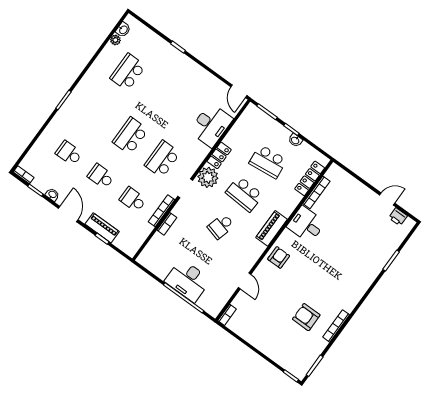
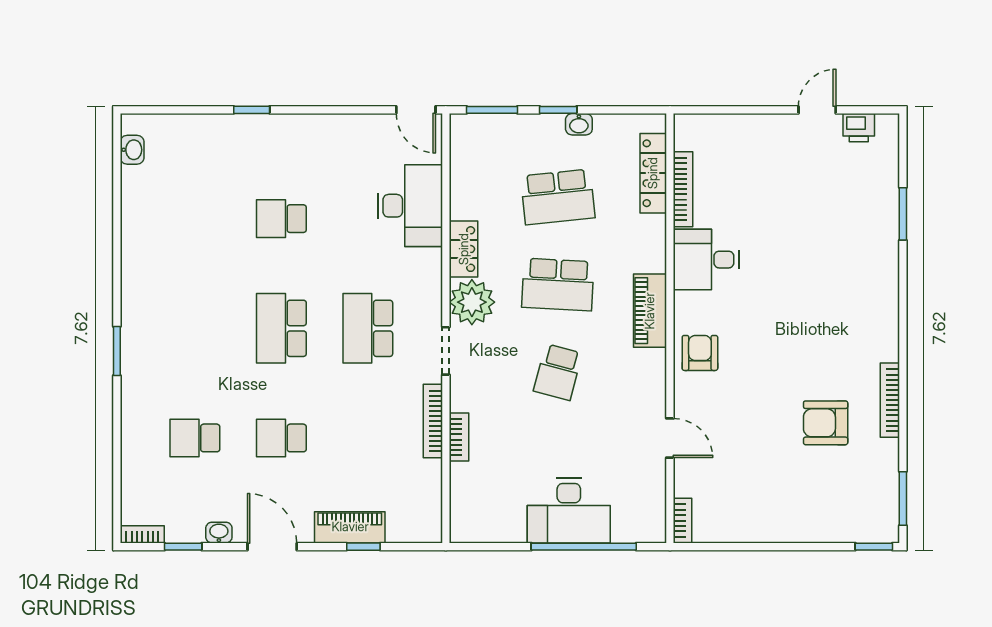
plant: (115, 40) -> (132, 178), removed
school desk: (128, 72) -> (281, 219), moved, width x0.54
school desk: (133, 200) -> (368, 438), removed

